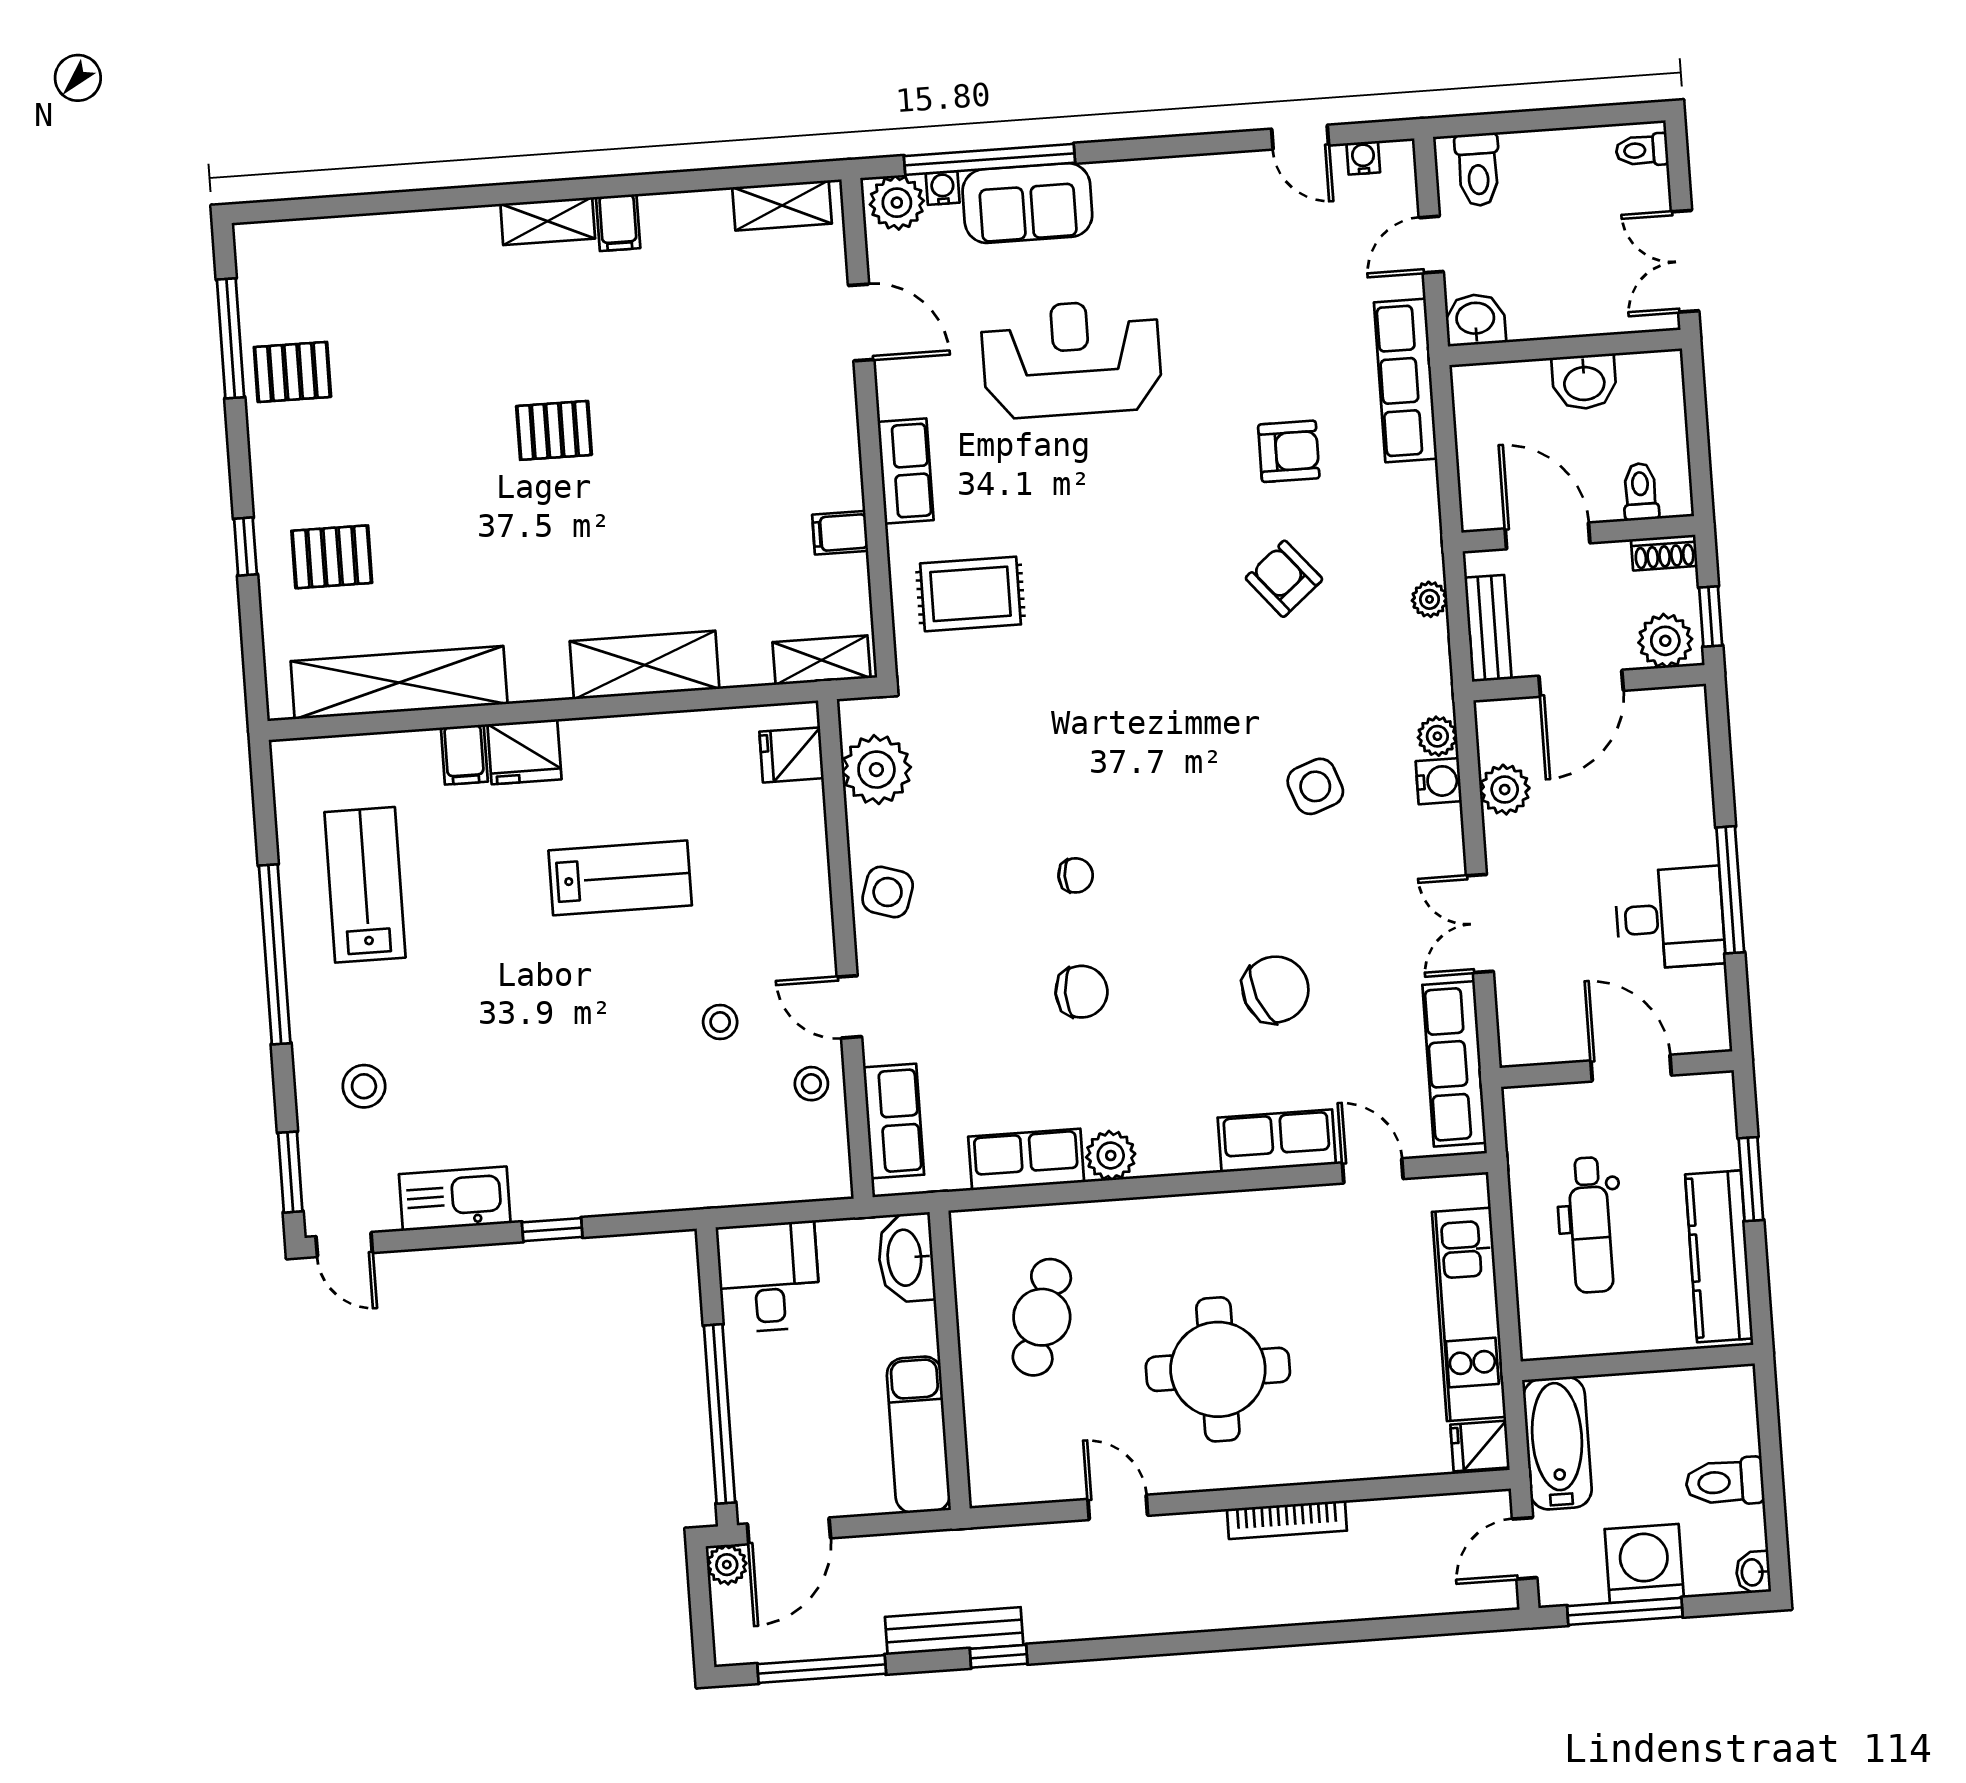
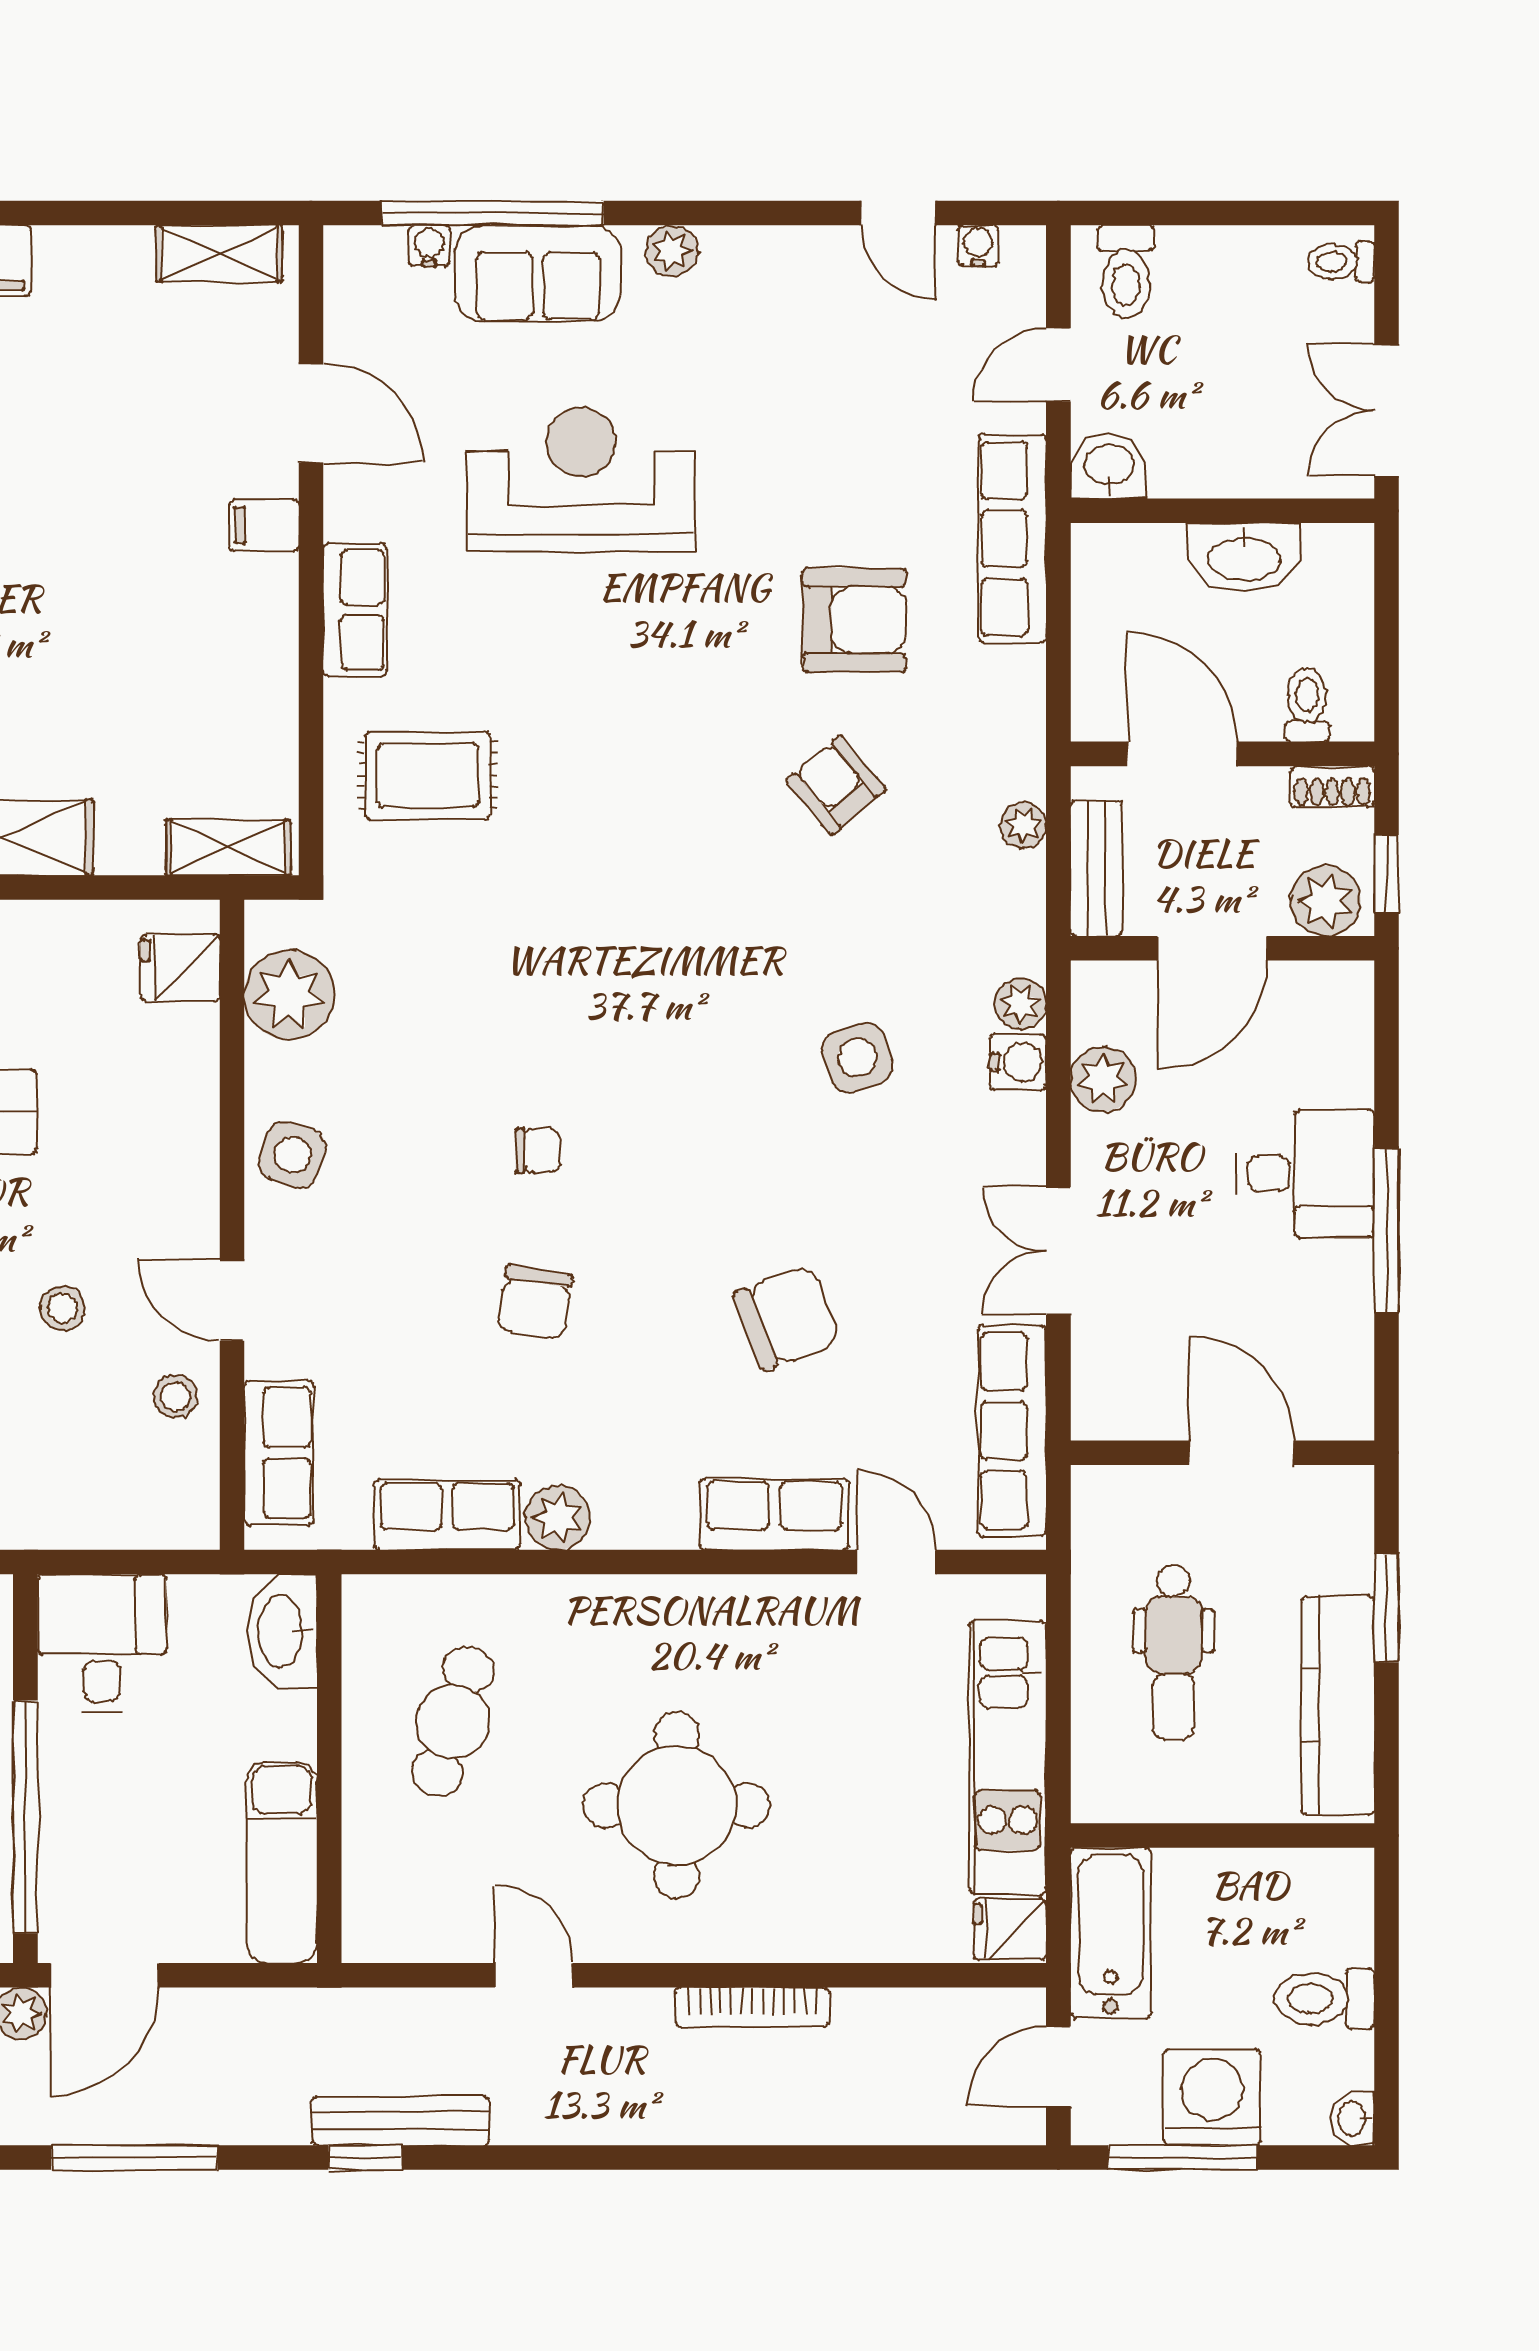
plant: (897, 203) -> (672, 251), moved, width x0.73, depth x0.73
washbasin: (1584, 382) -> (1244, 557), width x1.38
armchair: (1289, 451) -> (854, 620), width x1.38, depth x1.38
filing cabinet: (840, 533) -> (264, 525), moved
desk: (1670, 918) -> (1306, 1173), moved
chair: (1082, 992) -> (535, 1302), turned 99
bench: (954, 1631) -> (401, 2121), moved

